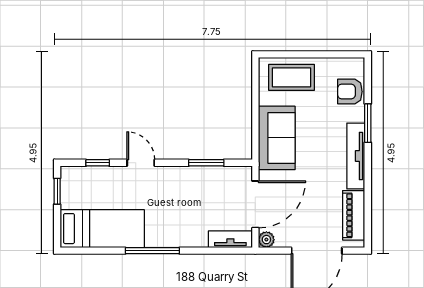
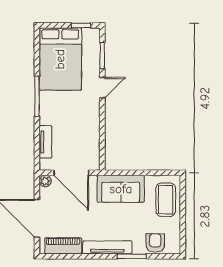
window: (98, 163) -> (102, 56), width x1.50
window: (206, 163) -> (102, 136), removed
bed: (102, 229) -> (60, 59), width x1.50
tv unit: (230, 239) -> (45, 142), moved

